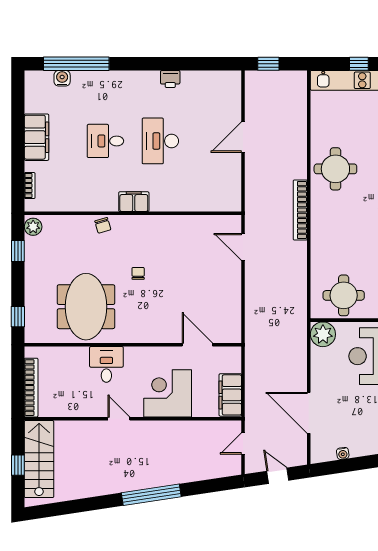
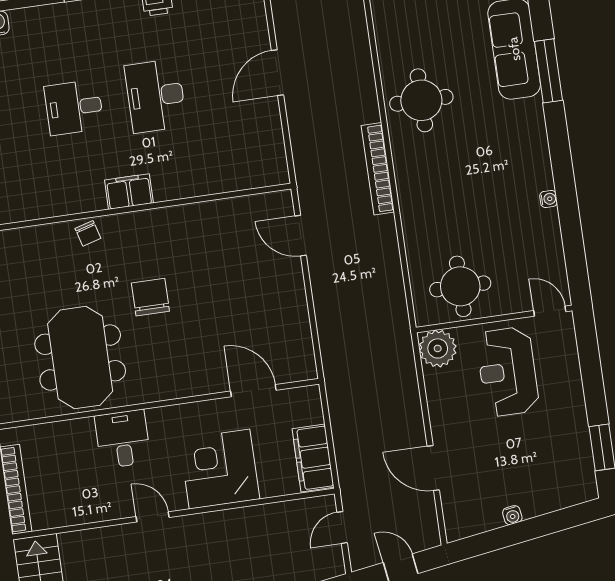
chair: (138, 273) -> (150, 297), width x1.87, depth x1.87
door: (309, 413) -> (433, 468), width x0.73
water cooler: (343, 453) -> (512, 515), moved

